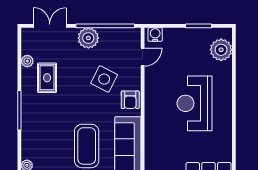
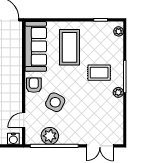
plant: (88, 38) -> (50, 136), moved
plant: (27, 61) -> (118, 92), moved
rug: (47, 78) -> (99, 73), moved, turned 90

